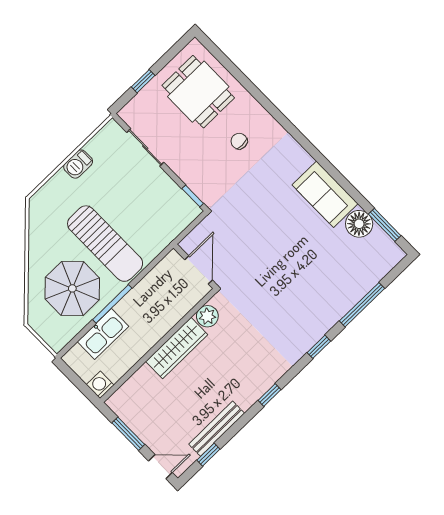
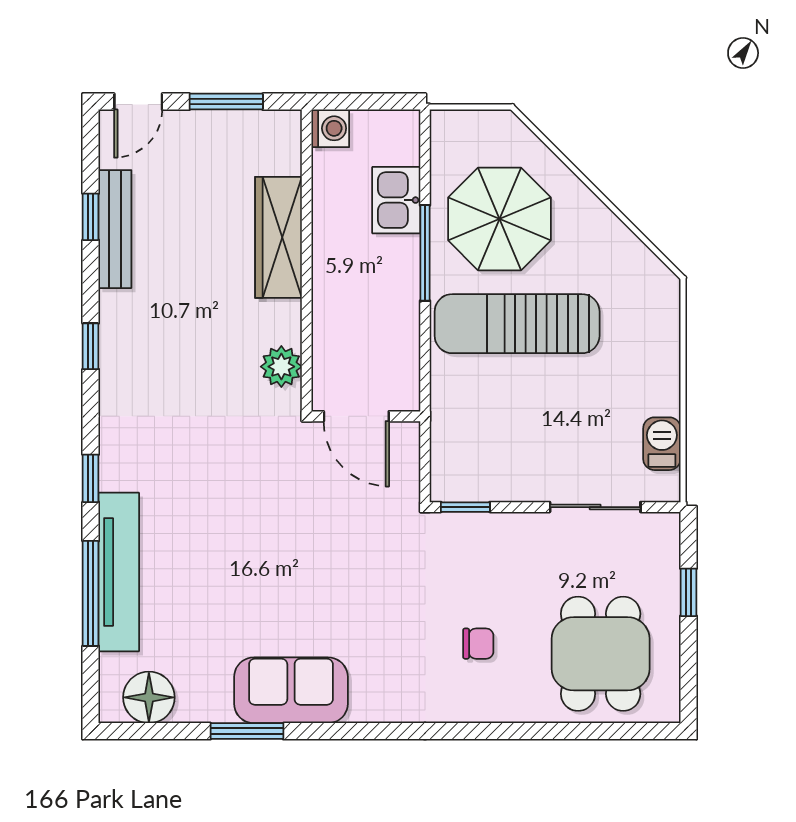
dining table: (198, 92) -> (601, 654), turned 90
barbecue: (78, 164) -> (662, 444), moved
floor lamp: (359, 224) -> (149, 697), moved
window: (385, 225) -> (247, 731), moved
tv unit: (344, 302) -> (119, 572), added
kitchen sink: (103, 334) -> (396, 200), width x0.73
wardrobe: (177, 348) -> (279, 237), moved
window: (208, 455) -> (91, 217), moved

